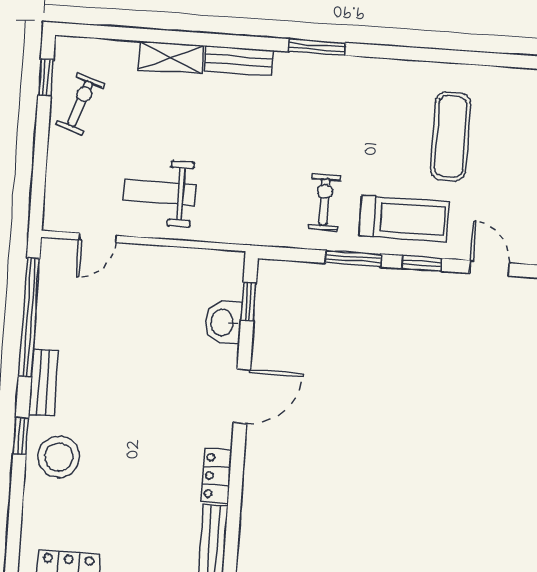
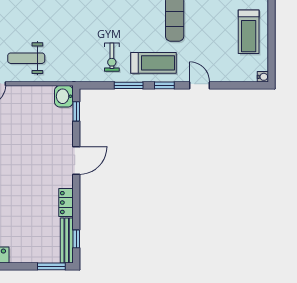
exercise bike: (324, 202) -> (112, 57), turned 180
washbasin: (223, 323) -> (64, 96), moved
window: (231, 547) -> (76, 239), added

